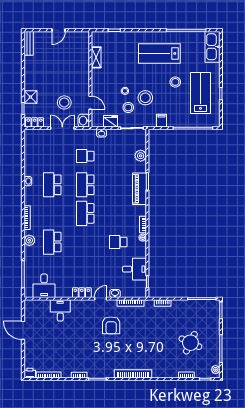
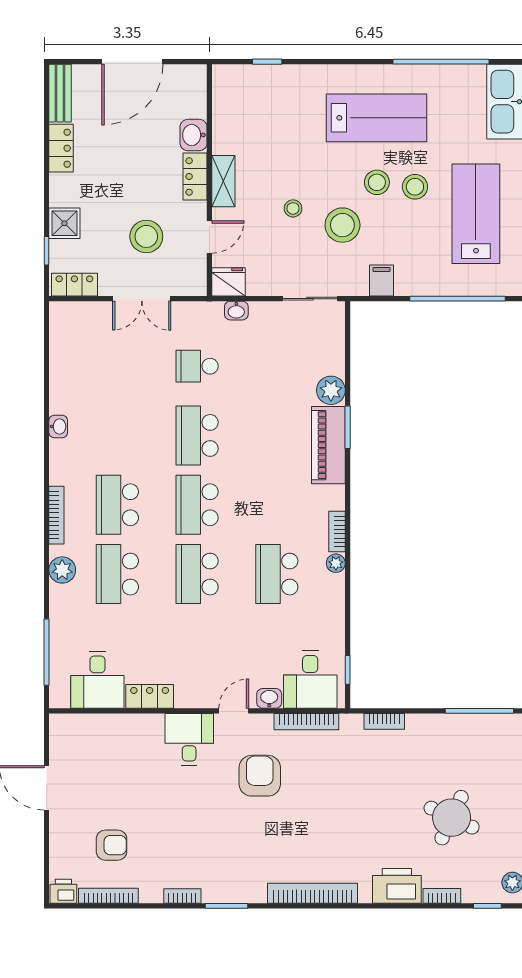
door: (59, 30) -> (132, 62), width x1.87
lab bench: (159, 53) -> (377, 118), turned 180
shelving: (96, 57) -> (223, 181), moved
locker: (29, 66) -> (61, 148), added
locker: (84, 78) -> (195, 176), added
door: (90, 103) -> (209, 237), hinge flipped
stool: (128, 107) -> (377, 182), moved
washbasin: (84, 121) -> (194, 135), moved
fridge: (111, 121) -> (229, 282), moved
double door: (62, 128) -> (142, 299), swing flipped
plant: (141, 156) -> (331, 390), moved
school desk: (52, 185) -> (117, 505), moved
school desk: (85, 242) -> (197, 574), added
school desk: (118, 242) -> (277, 574), width x1.85
desk: (135, 269) -> (310, 680), moved, turned 90
locker: (82, 293) -> (150, 696), moved
desk: (60, 310) -> (189, 739), moved
armchair: (111, 325) -> (260, 776), turned 180
armchair: (50, 354) -> (112, 845), added
printer: (168, 371) -> (397, 886), added

